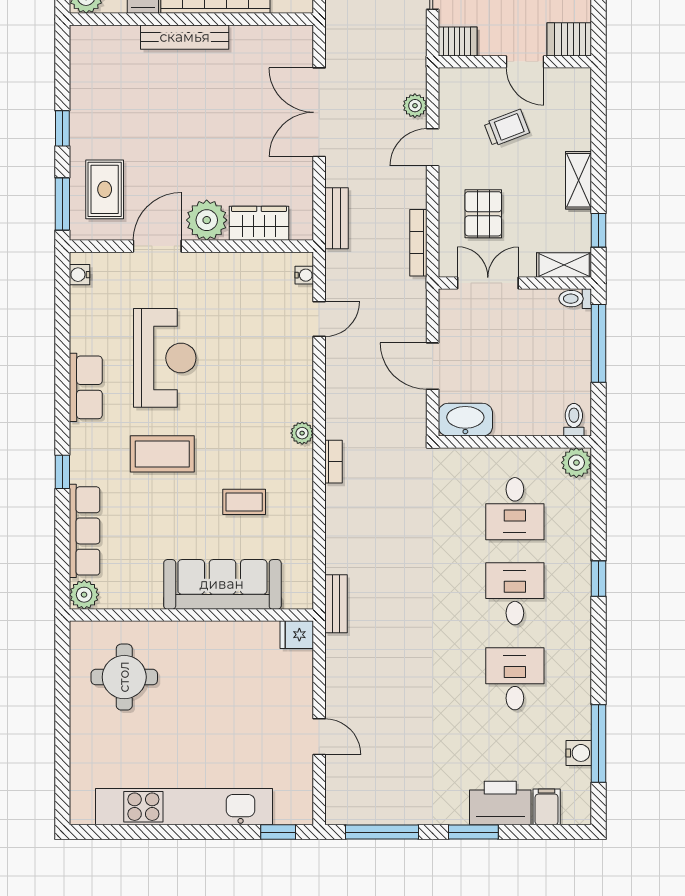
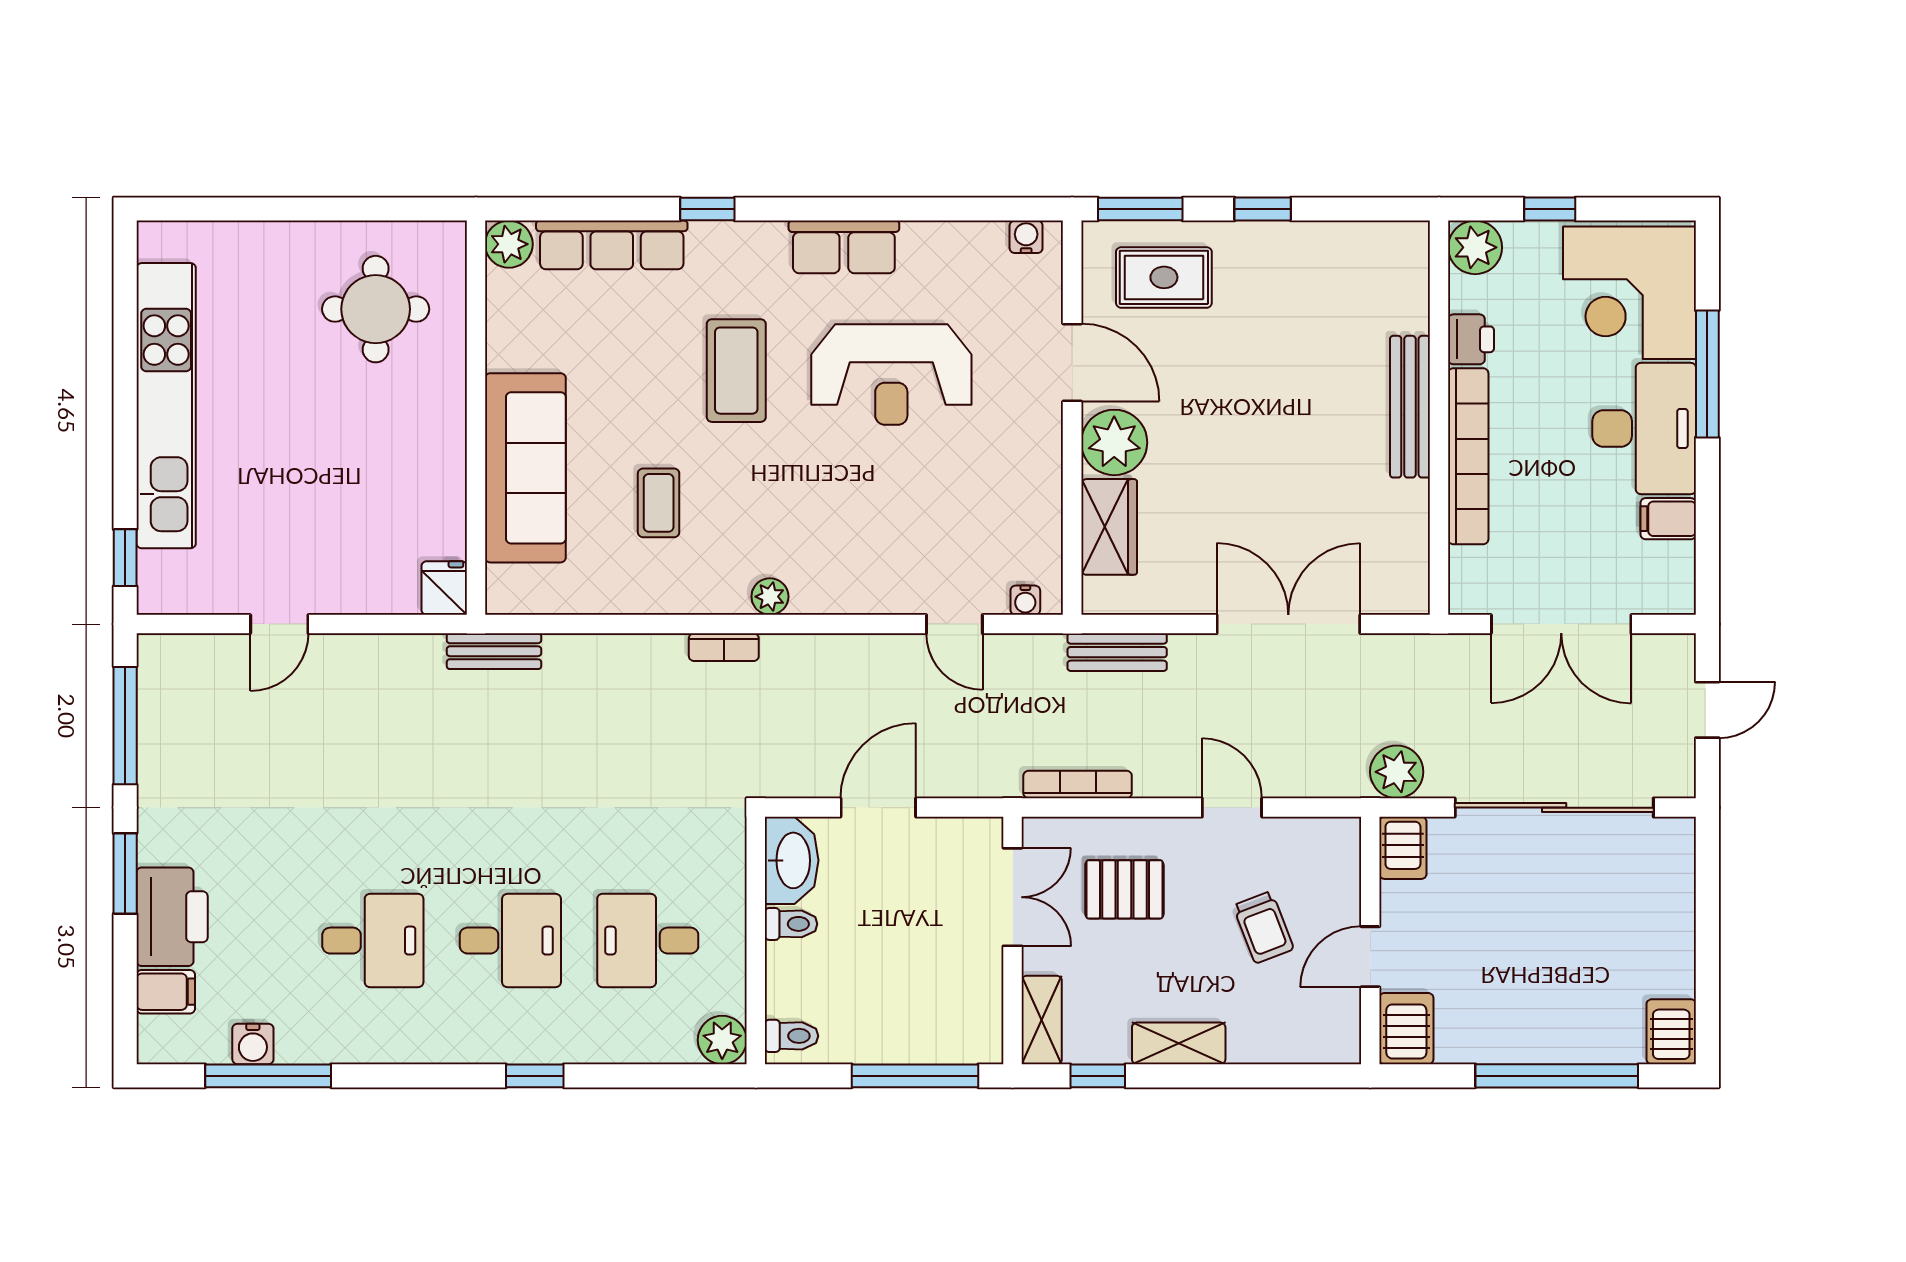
plant: (415, 106) -> (1397, 772), moved, width x1.38, depth x1.38
toilet: (575, 299) -> (791, 924), moved, turned 90

